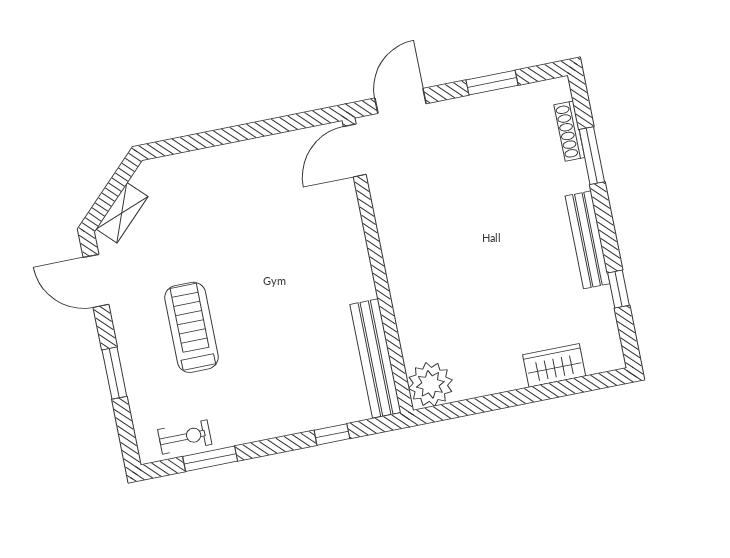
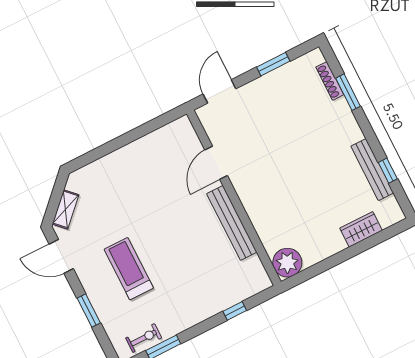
door: (355, 150) -> (216, 163), moved
bench: (587, 240) -> (372, 170), moved
bench: (375, 358) -> (232, 223), moved

